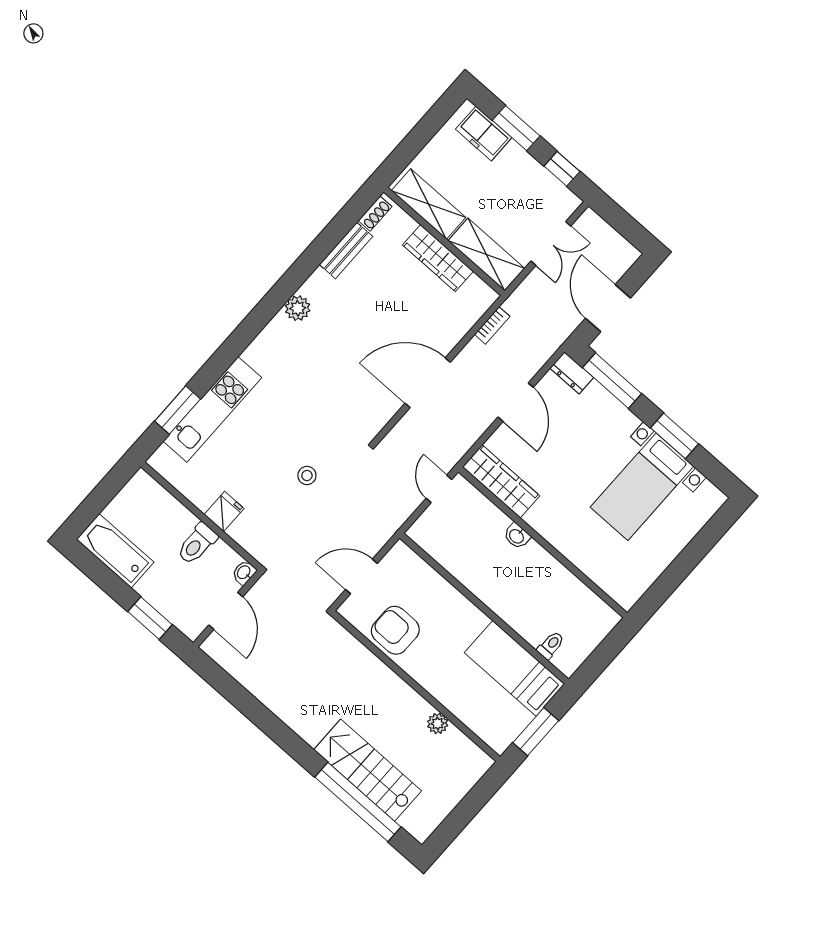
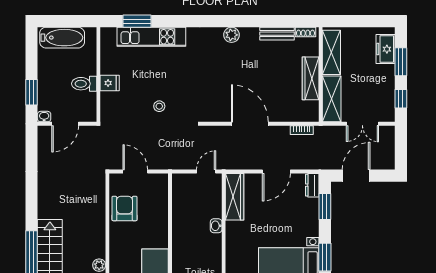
window: (612, 381) -> (325, 207), width x0.69
bathtub: (115, 551) -> (62, 38), moved, turned 90
washbasin: (244, 573) -> (44, 117), moved

